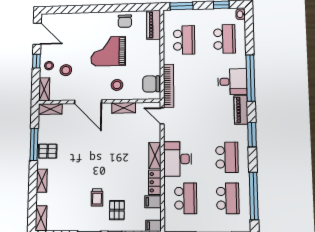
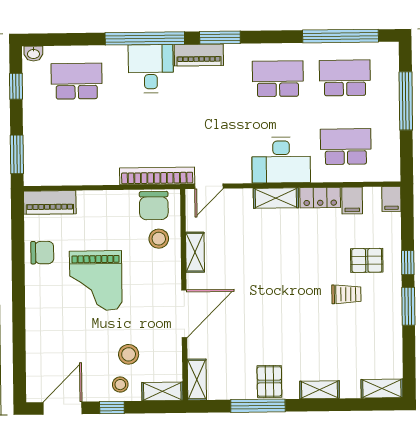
school desk: (184, 40) -> (77, 150), removed
stool: (117, 85) -> (159, 239), moved
window: (252, 135) -> (220, 38), moved

